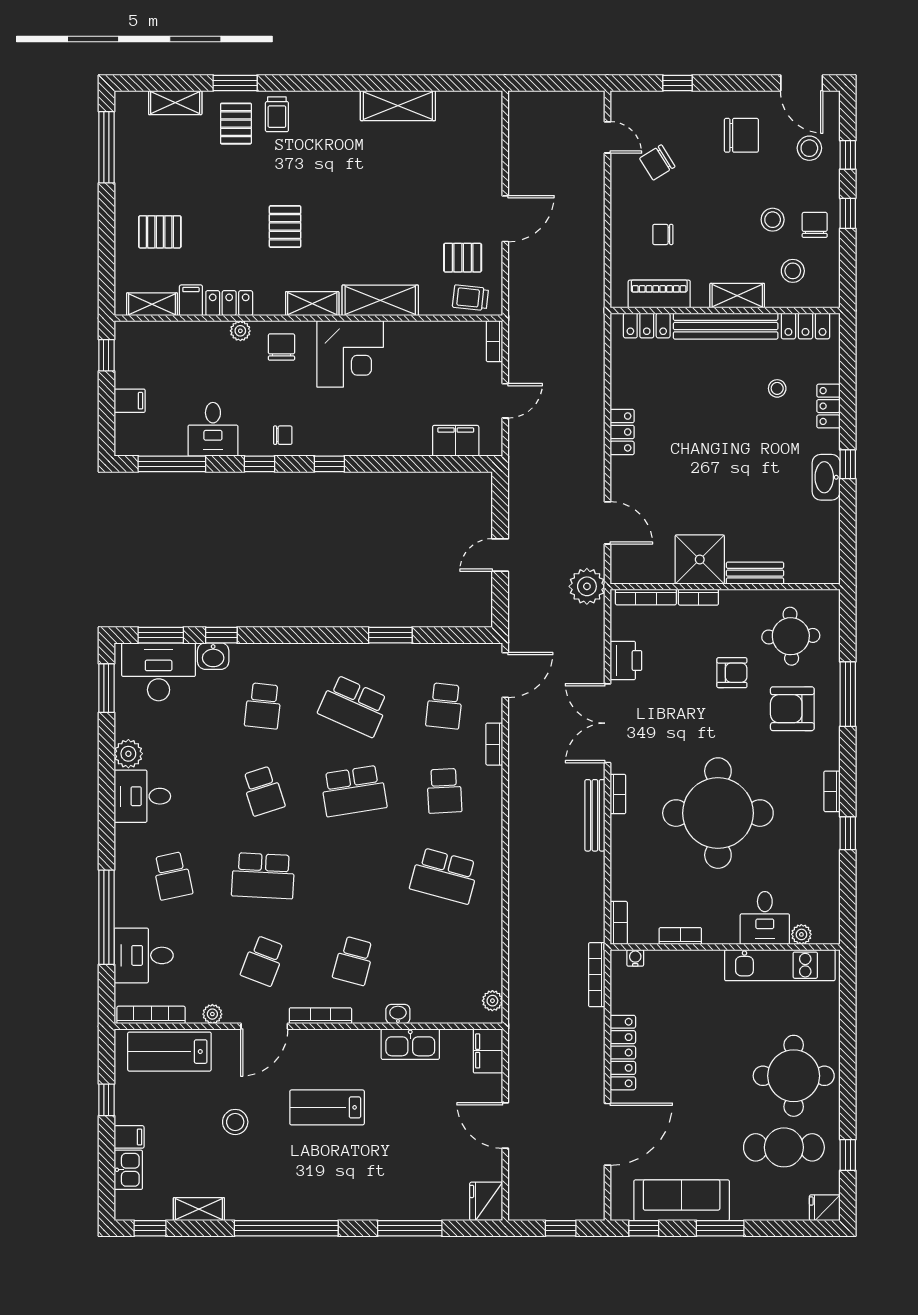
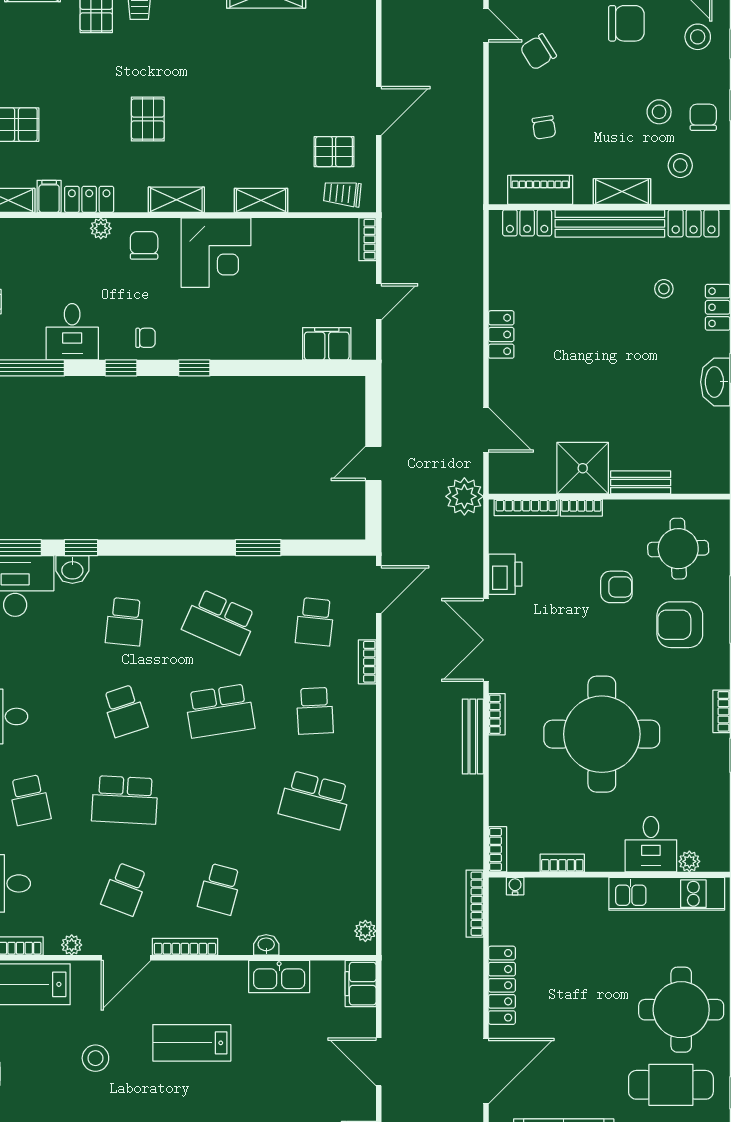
chair: (663, 234) -> (544, 127), turned -99
shelving: (380, 300) -> (261, 200), width x0.67, depth x0.75

